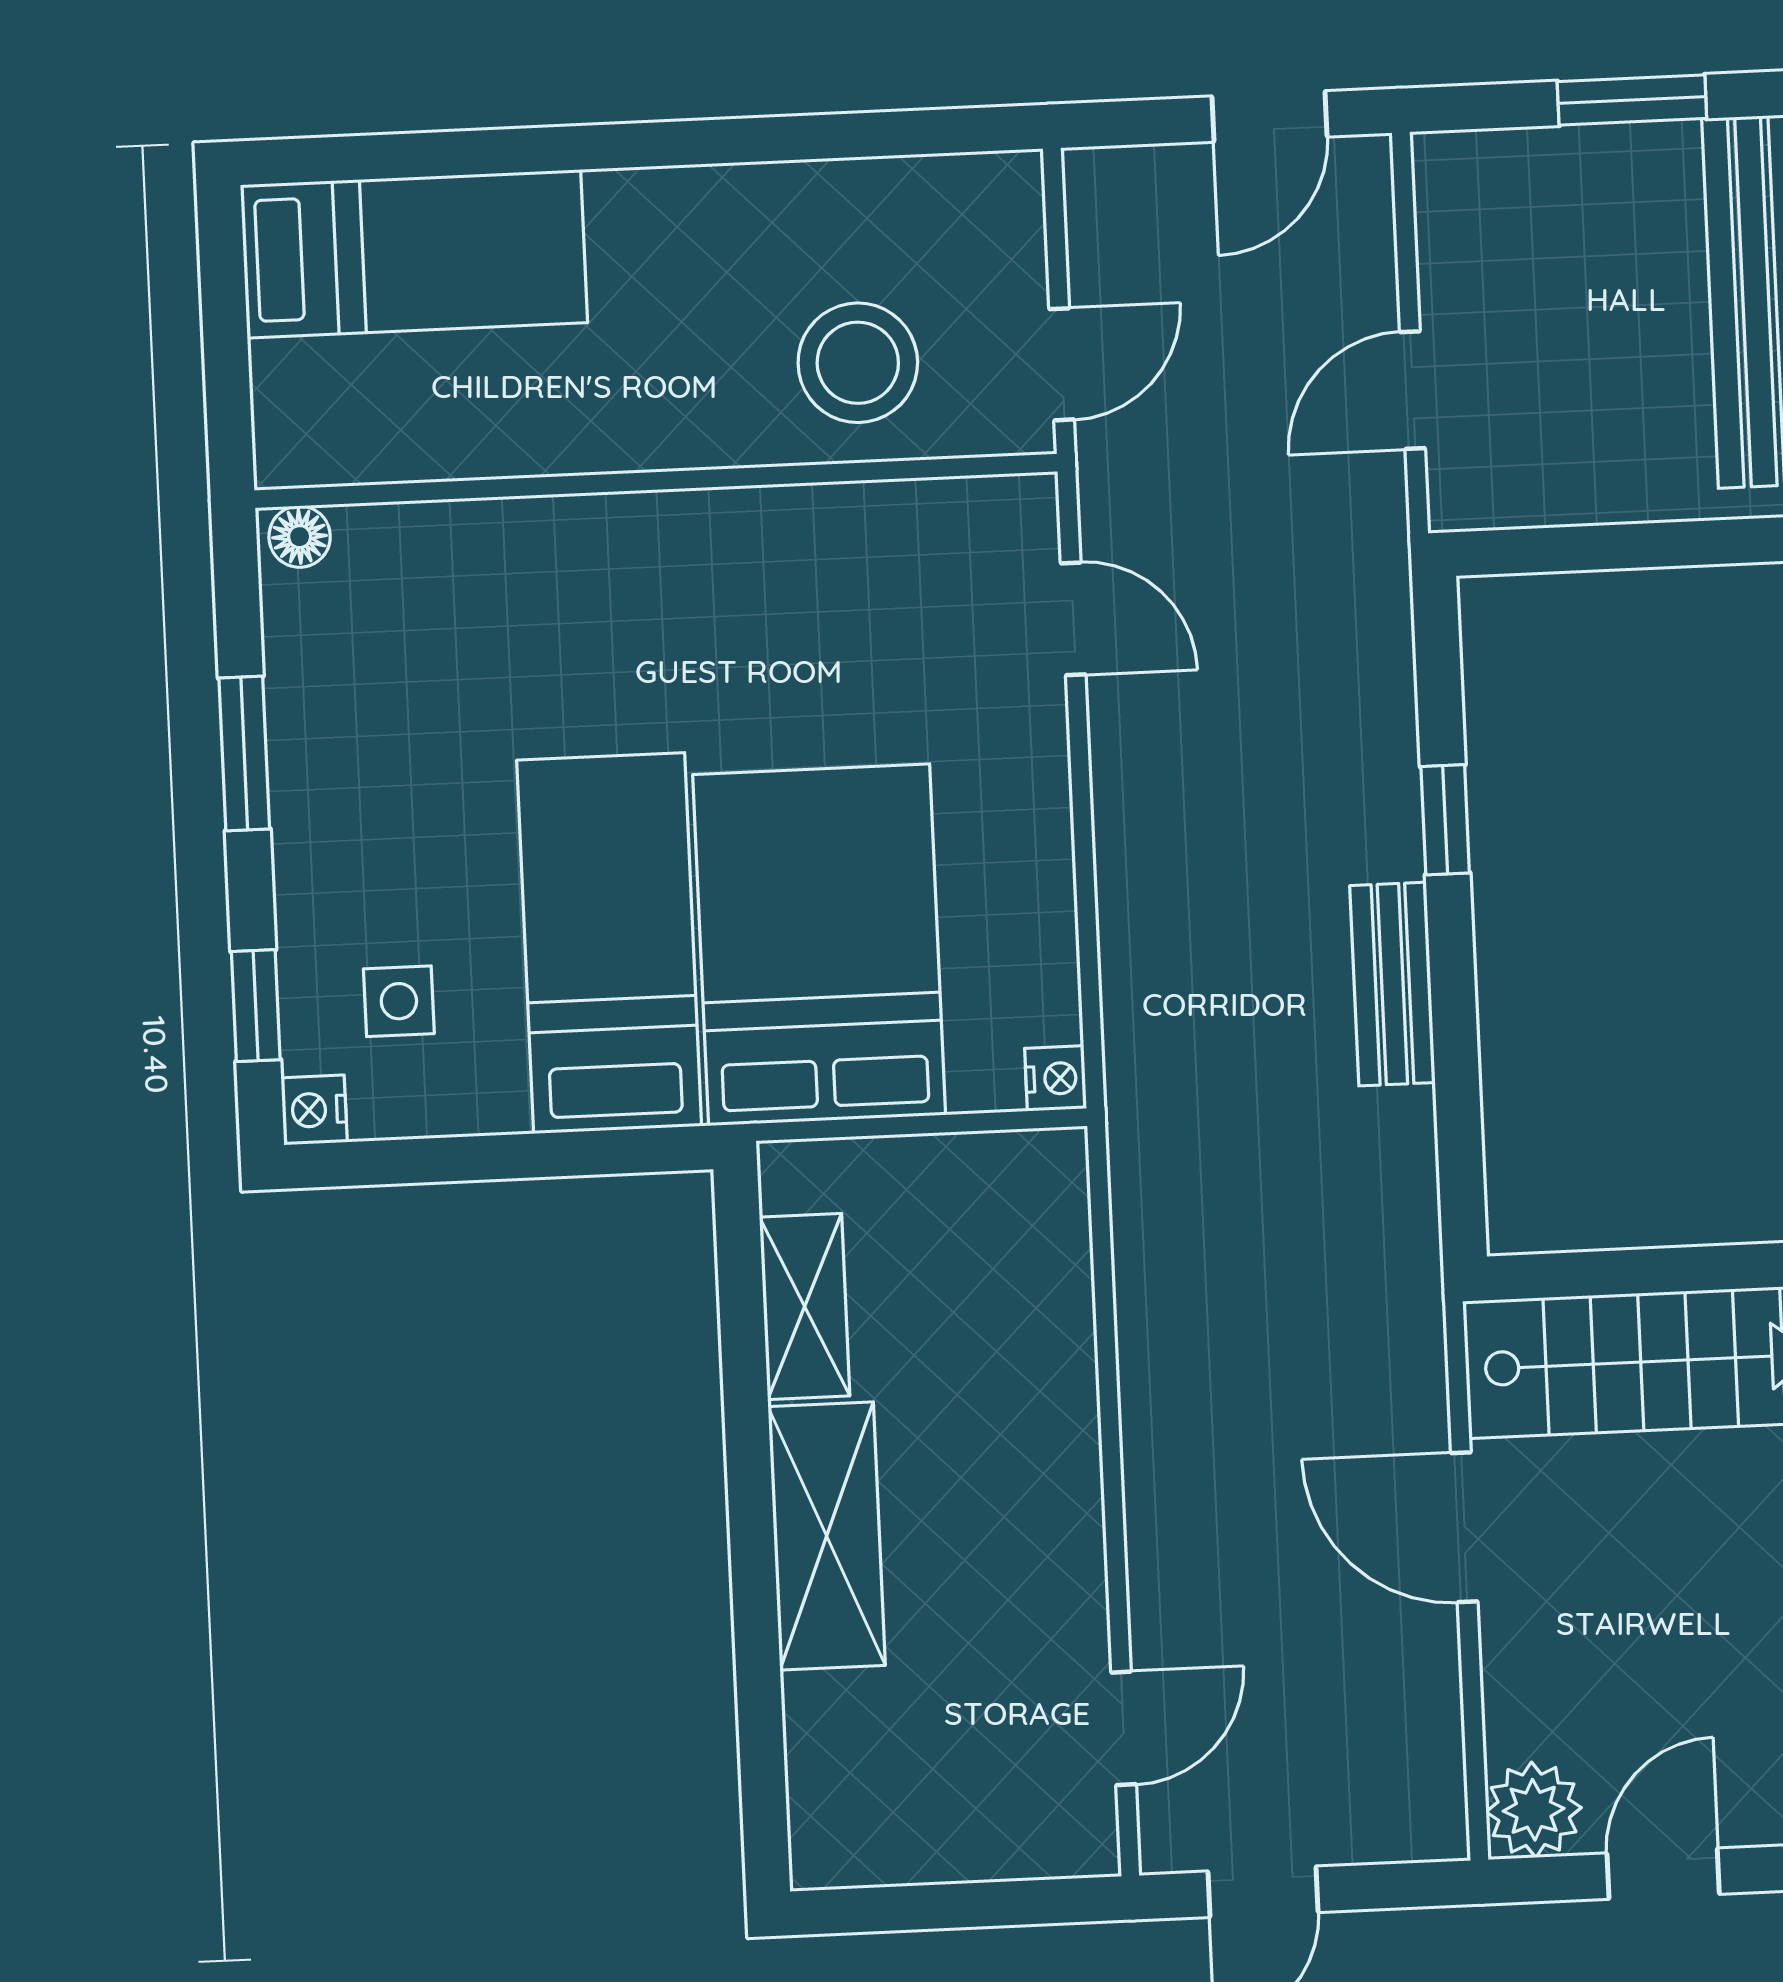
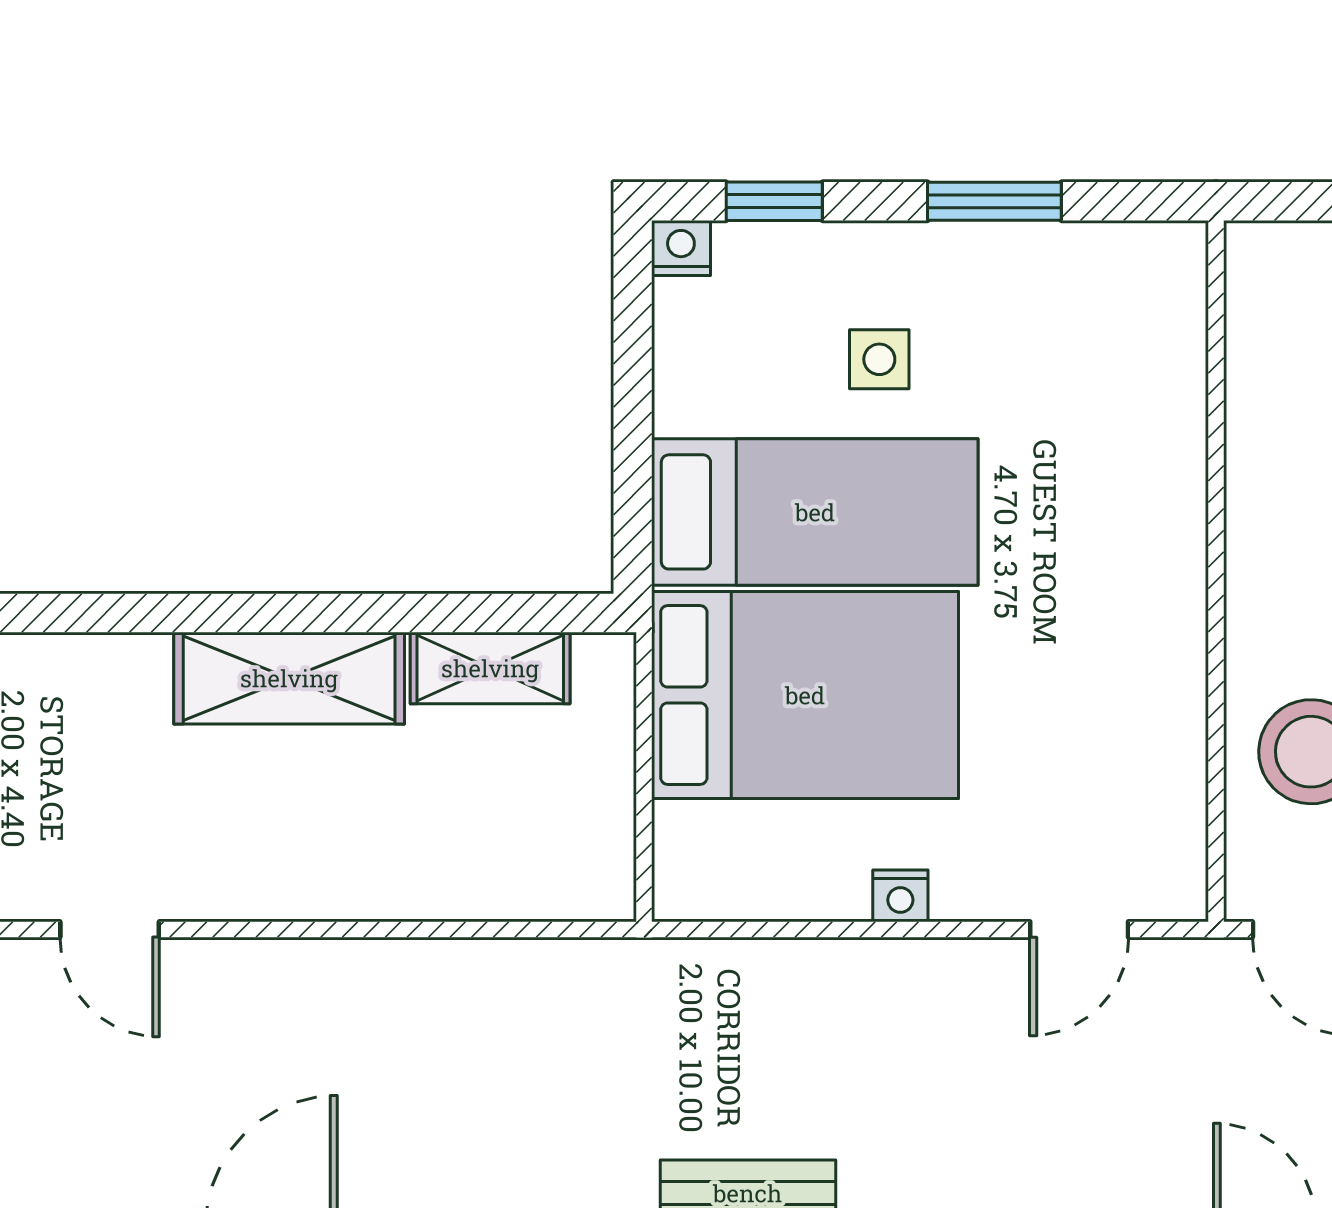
floor lamp: (300, 537) -> (1181, 258), removed
side table: (399, 1001) -> (879, 359), moved
nightstand: (1056, 1078) -> (900, 896), moved

